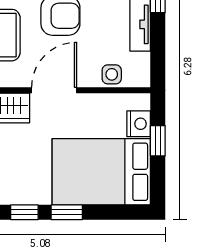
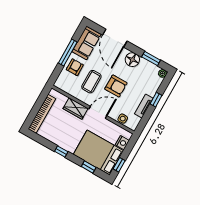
window: (158, 141) -> (119, 165), moved
window: (67, 212) -> (89, 167), moved

